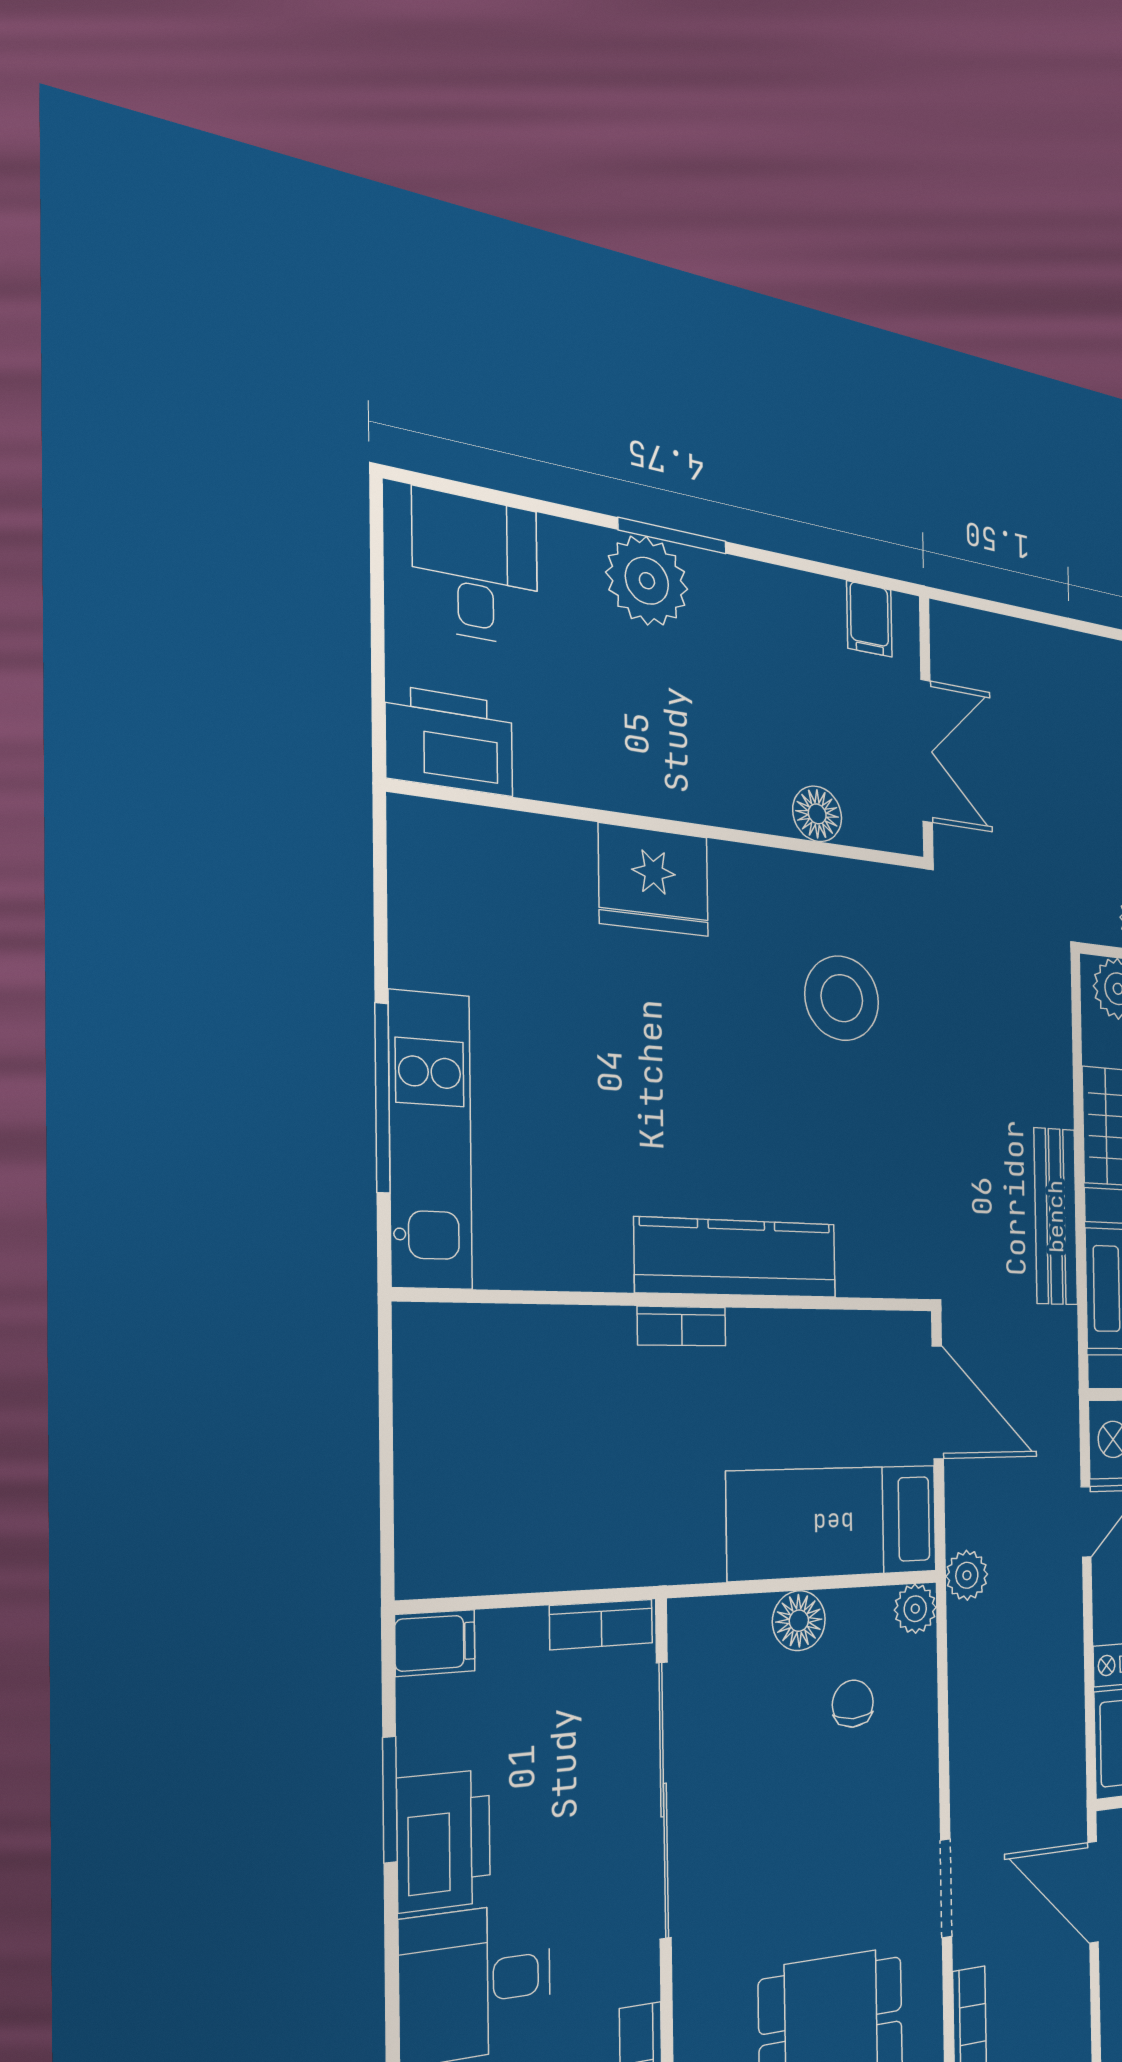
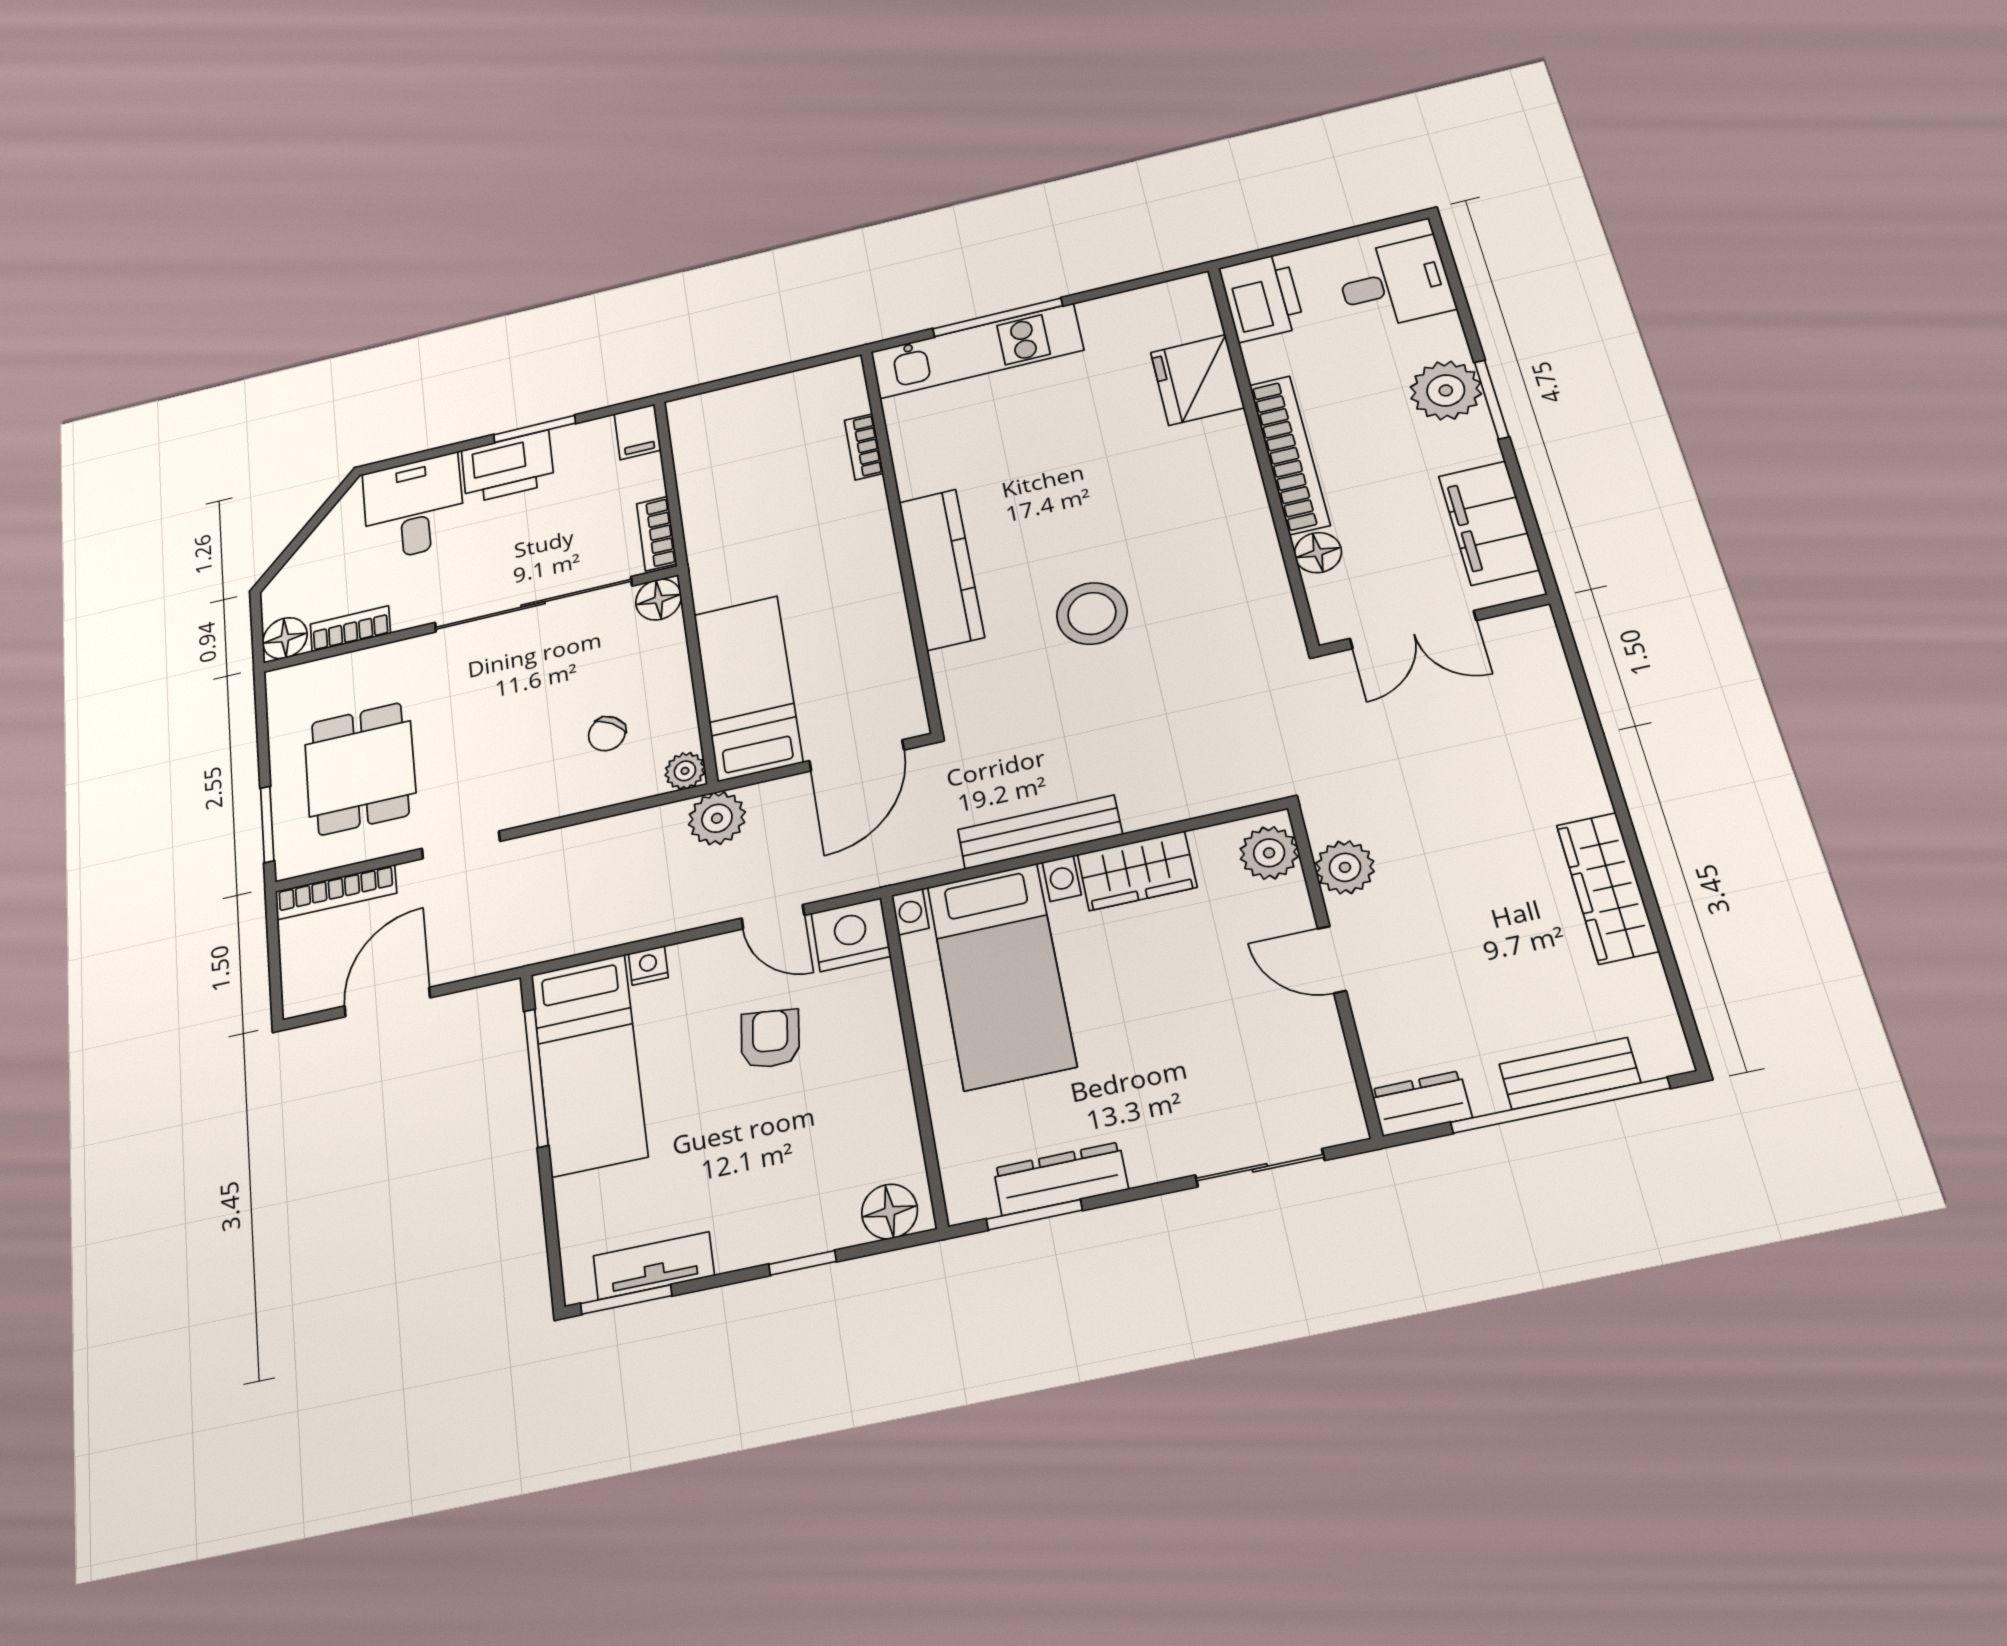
filing cabinet: (869, 619) -> (1489, 523), width x3.00, depth x1.17
bookcase: (687, 796) -> (1289, 455), added
fridge: (654, 880) -> (1197, 380), moved
stool: (842, 998) -> (1092, 613), moved
bookcase: (682, 1326) -> (864, 447), moved
plant: (967, 1575) -> (717, 818), width x1.38, depth x1.38
floor lamp: (799, 1621) -> (659, 599), moved
chair: (853, 1704) -> (607, 734), turned 124
door: (1093, 1892) -> (387, 1002), moved

